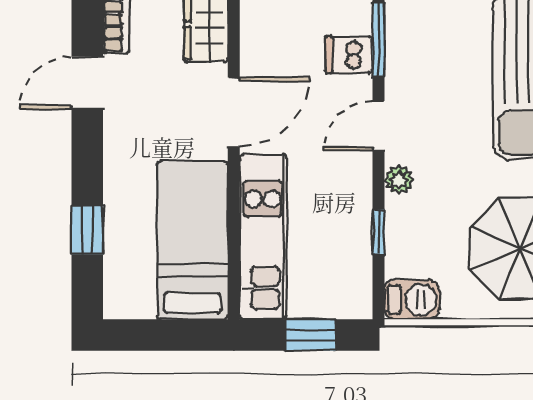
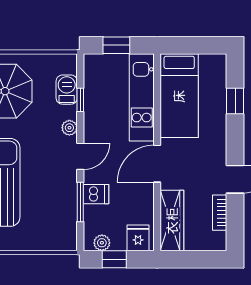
barbecue: (412, 300) -> (67, 90), moved, turned 90

